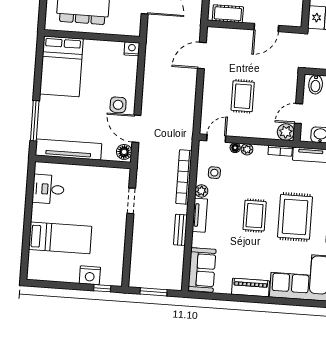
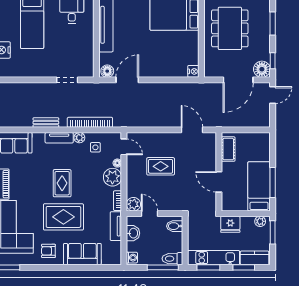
side table: (118, 105) -> (146, 63), removed
plant: (247, 149) -> (112, 177), width x1.87, depth x1.87
rug: (255, 216) -> (62, 183), turned 90

